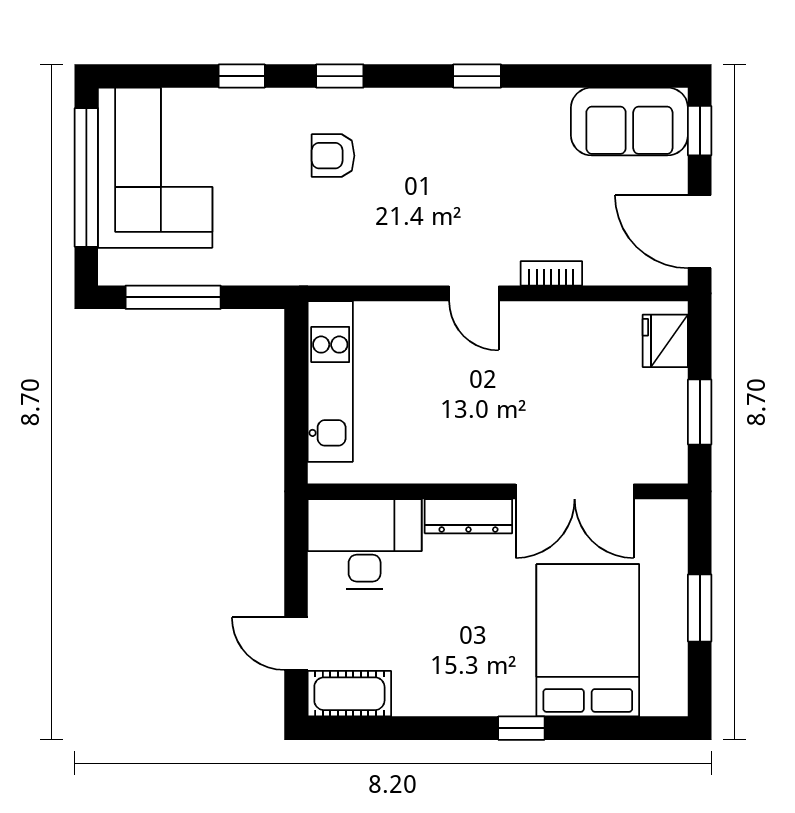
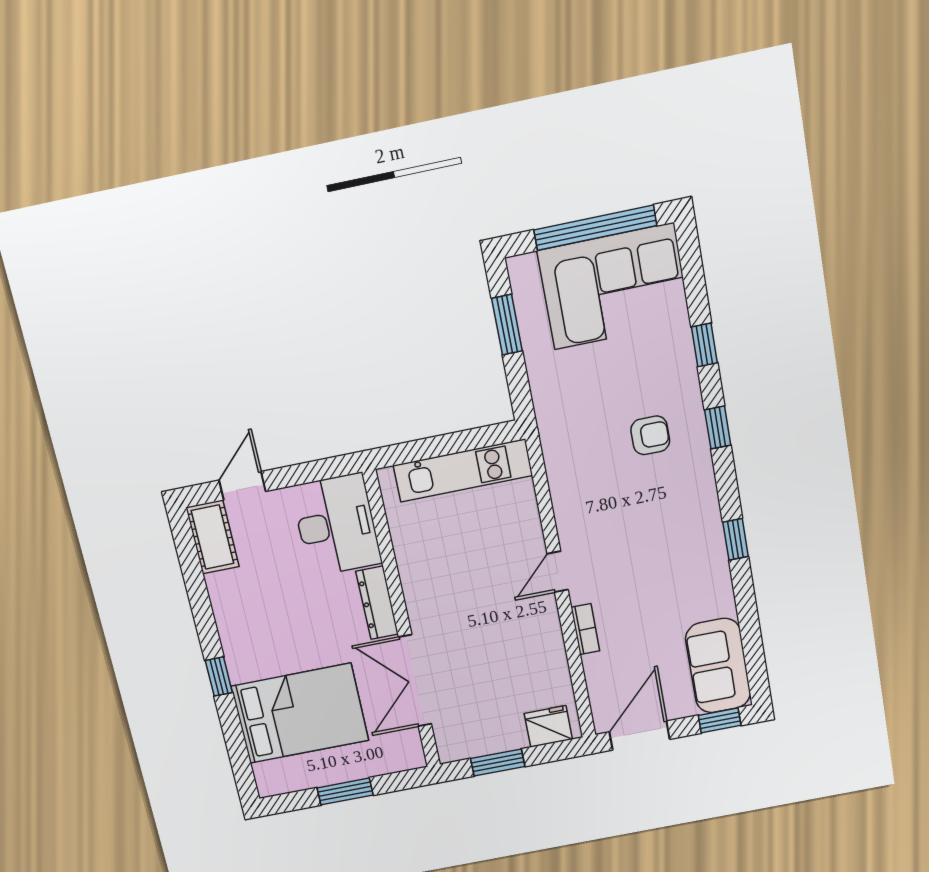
armchair: (333, 156) -> (650, 435), turned 90
window: (173, 297) -> (507, 325), width x0.69

